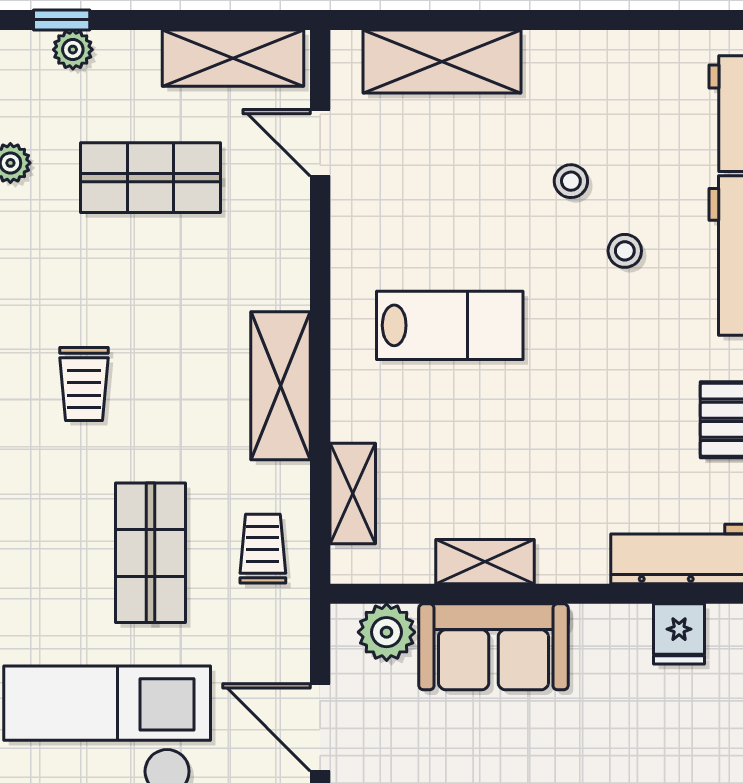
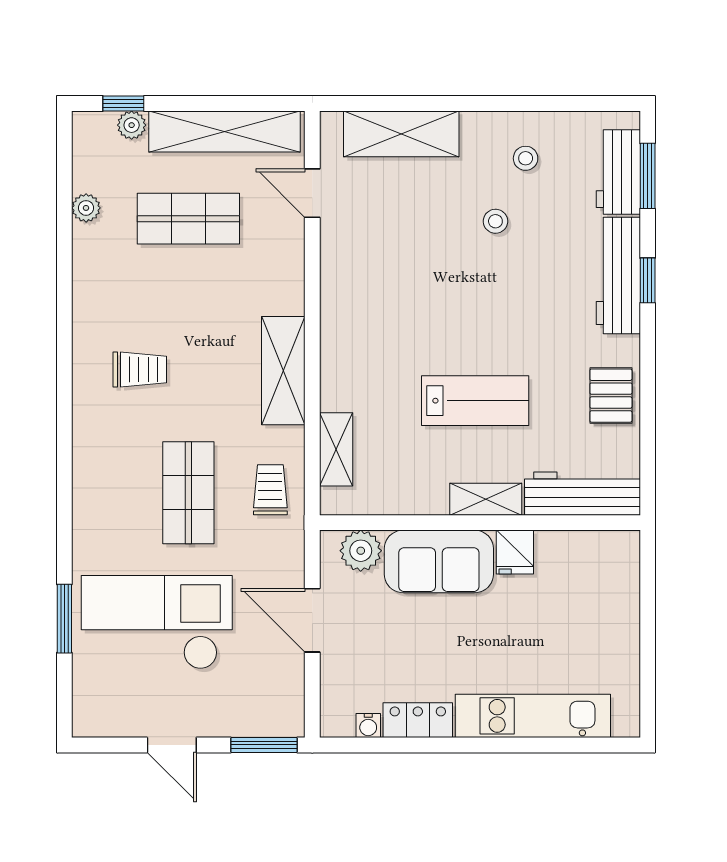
shelving: (233, 58) -> (224, 131), width x1.47
stool: (625, 251) -> (526, 158), moved
lab bench: (450, 325) -> (475, 401), moved
trolley: (84, 384) -> (140, 369), turned -90
shelving: (485, 562) -> (486, 499), moved
fridge: (679, 634) -> (515, 552), moved

